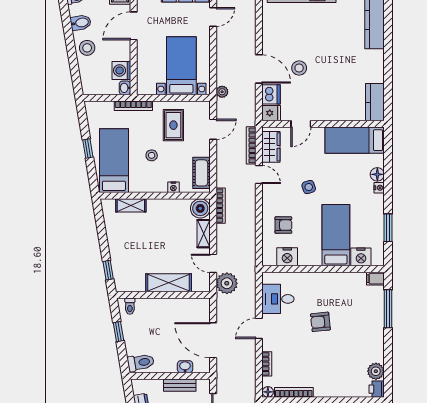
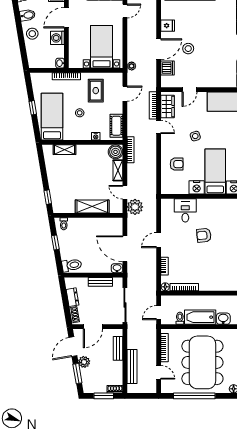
door: (259, 69) -> (159, 49), hinge flipped
washing machine: (121, 70) -> (57, 38), moved
fridge: (271, 113) -> (168, 26), moved
nightstand: (287, 257) -> (197, 187), moved
desk: (278, 299) -> (185, 210), moved, turned 90
washbasin: (185, 367) -> (117, 268), moved

